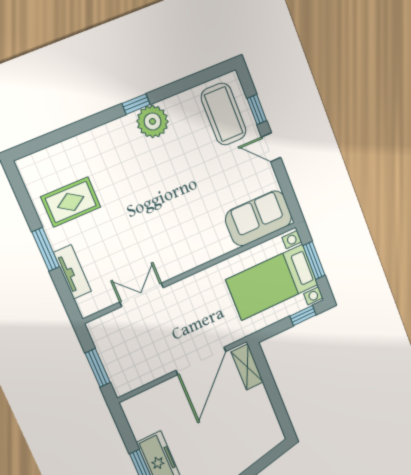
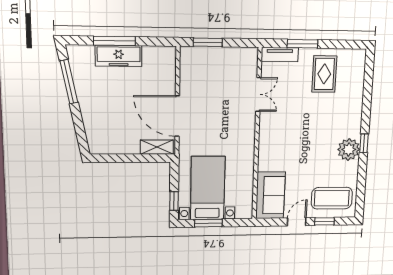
sofa: (259, 218) -> (270, 195), moved
wall: (192, 272) -> (257, 135), moved
double door: (142, 295) -> (258, 94), moved

